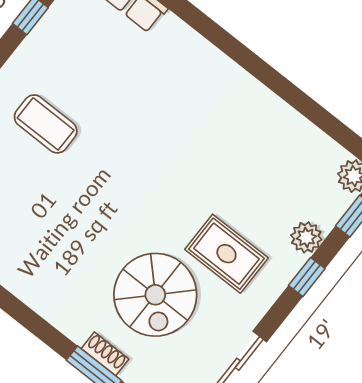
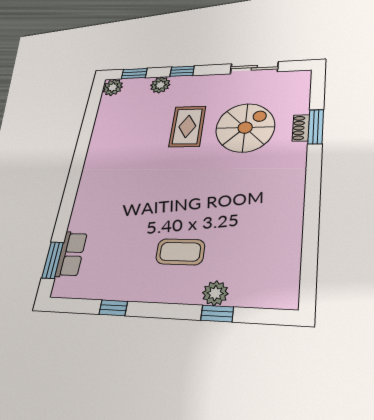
coffee table: (46, 124) -> (180, 252), turned 90
rug: (226, 254) -> (187, 126), moved

